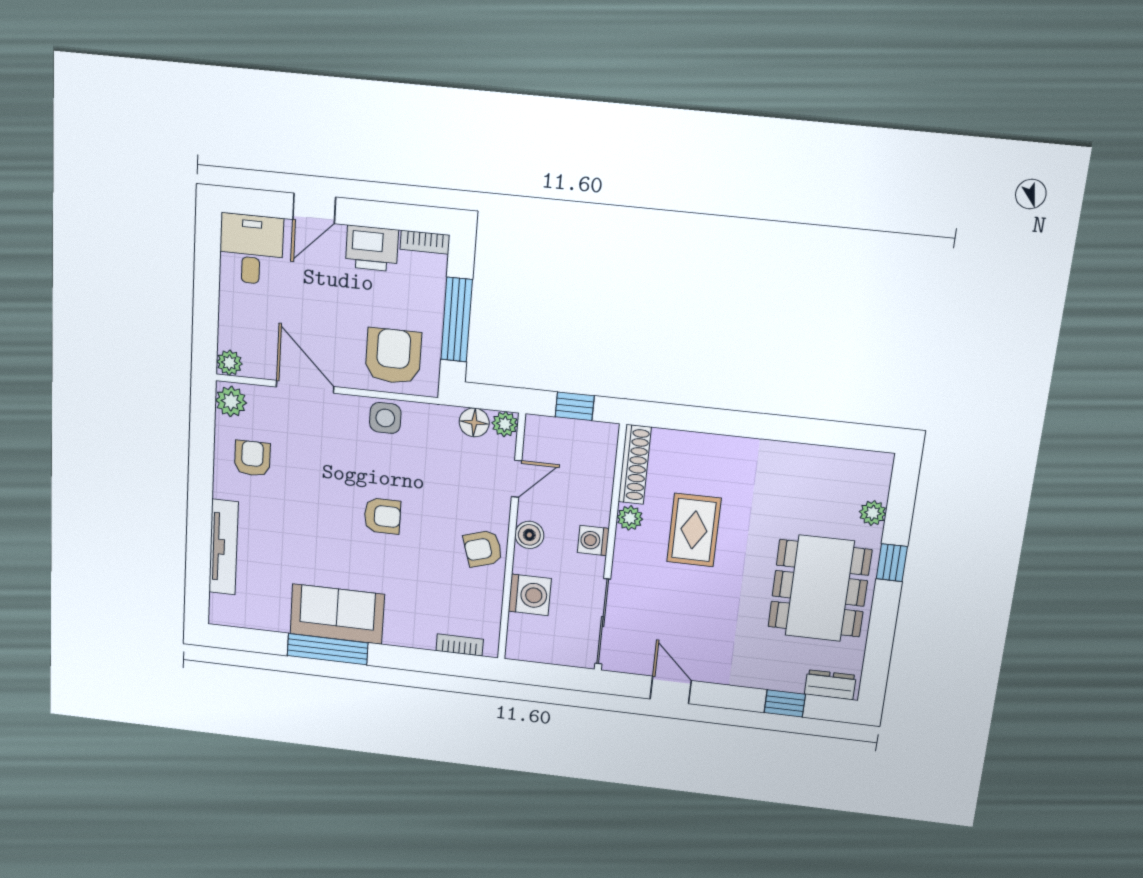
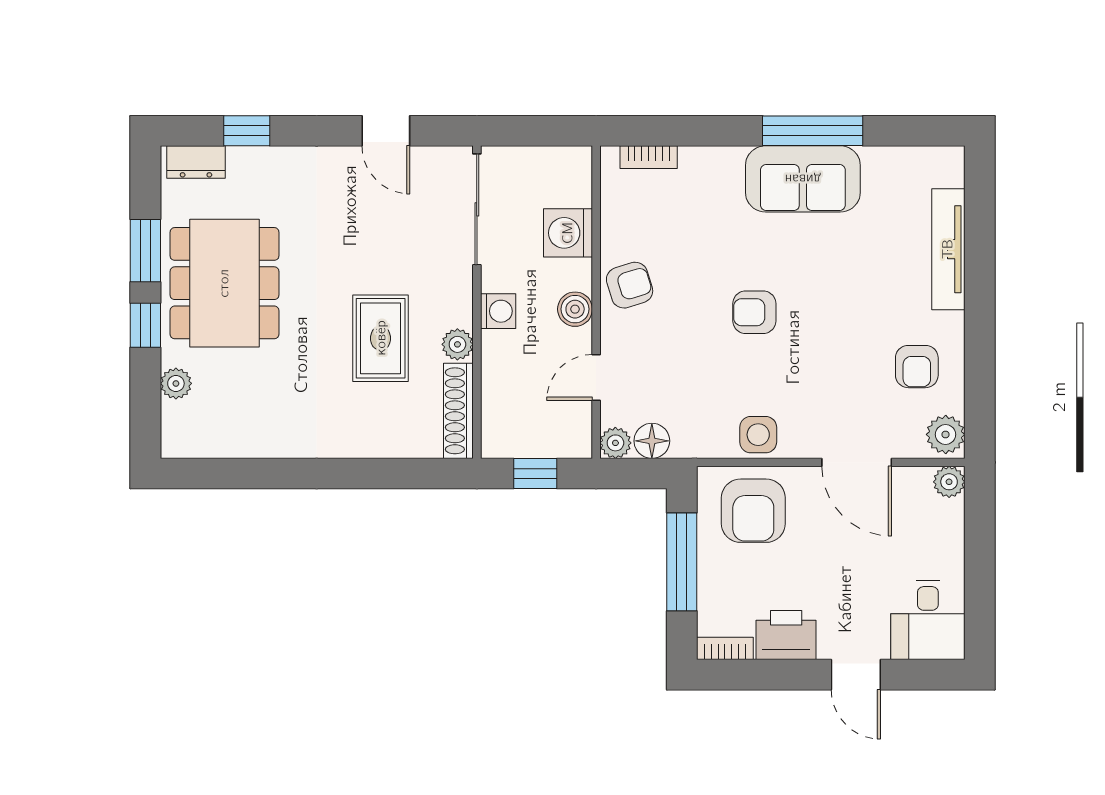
door: (314, 208) -> (856, 675), swing flipped
window: (883, 621) -> (145, 251), added

